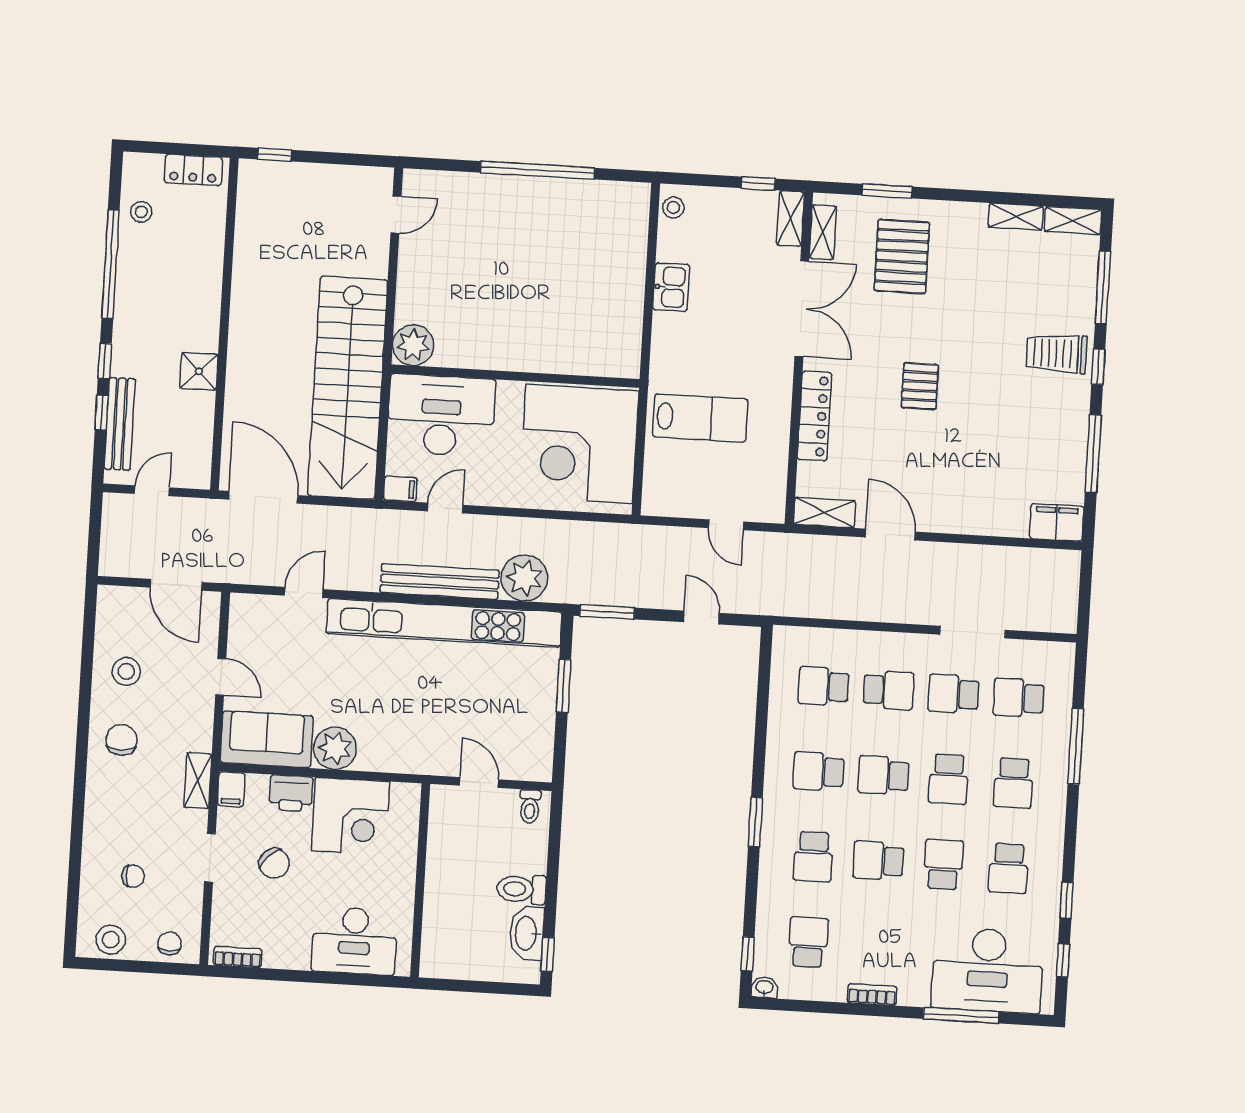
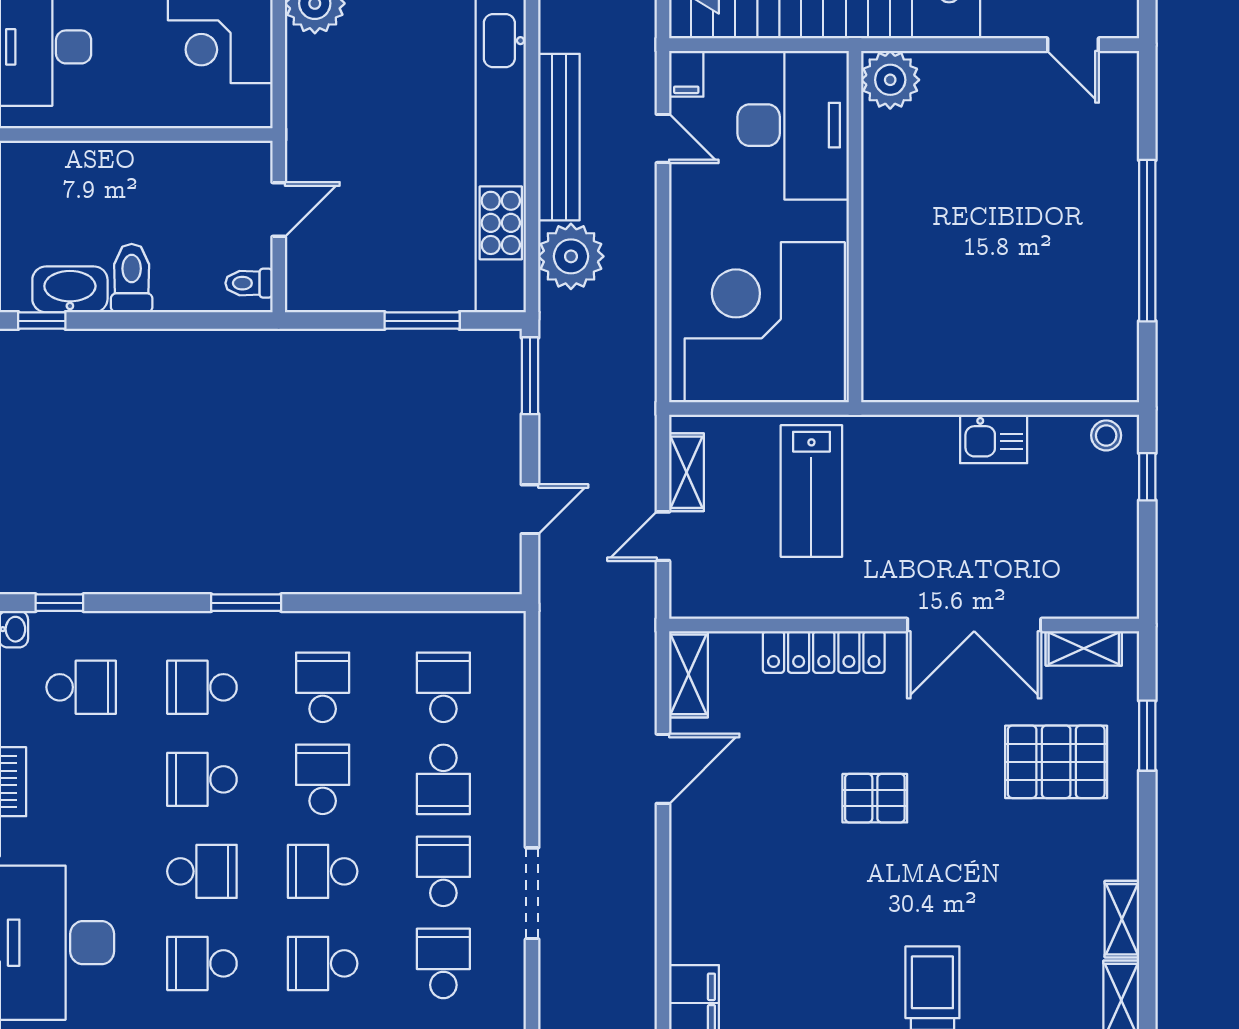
window: (758, 183) -> (1147, 477), moved
shelving: (790, 219) -> (686, 472), moved, turned 90
school desk: (878, 861) -> (202, 779), turned -90

